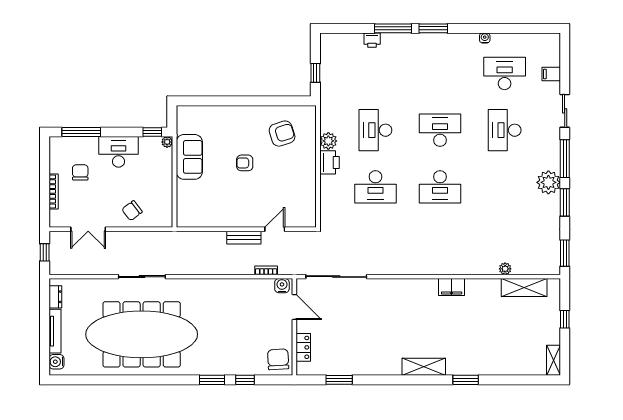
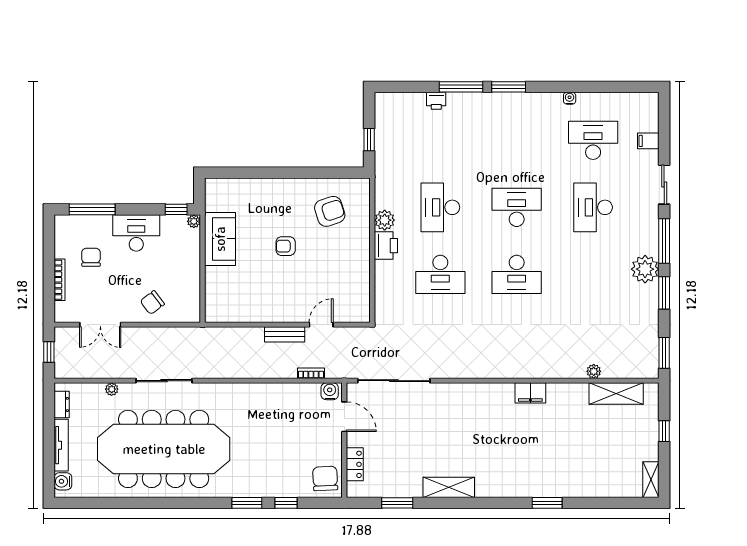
plant: (98, 284) -> (112, 389), added
shelving: (424, 367) -> (449, 487), moved

